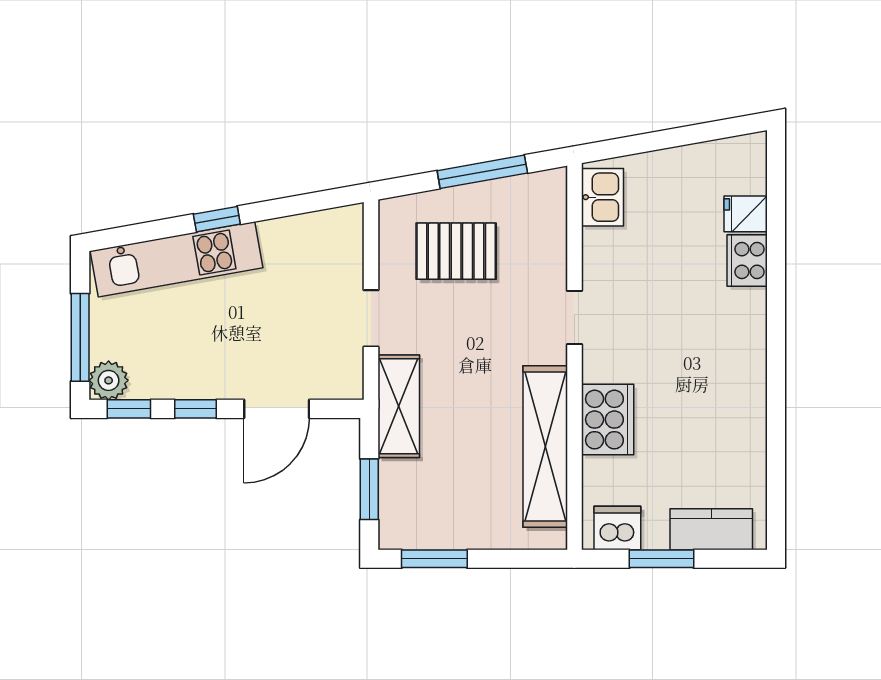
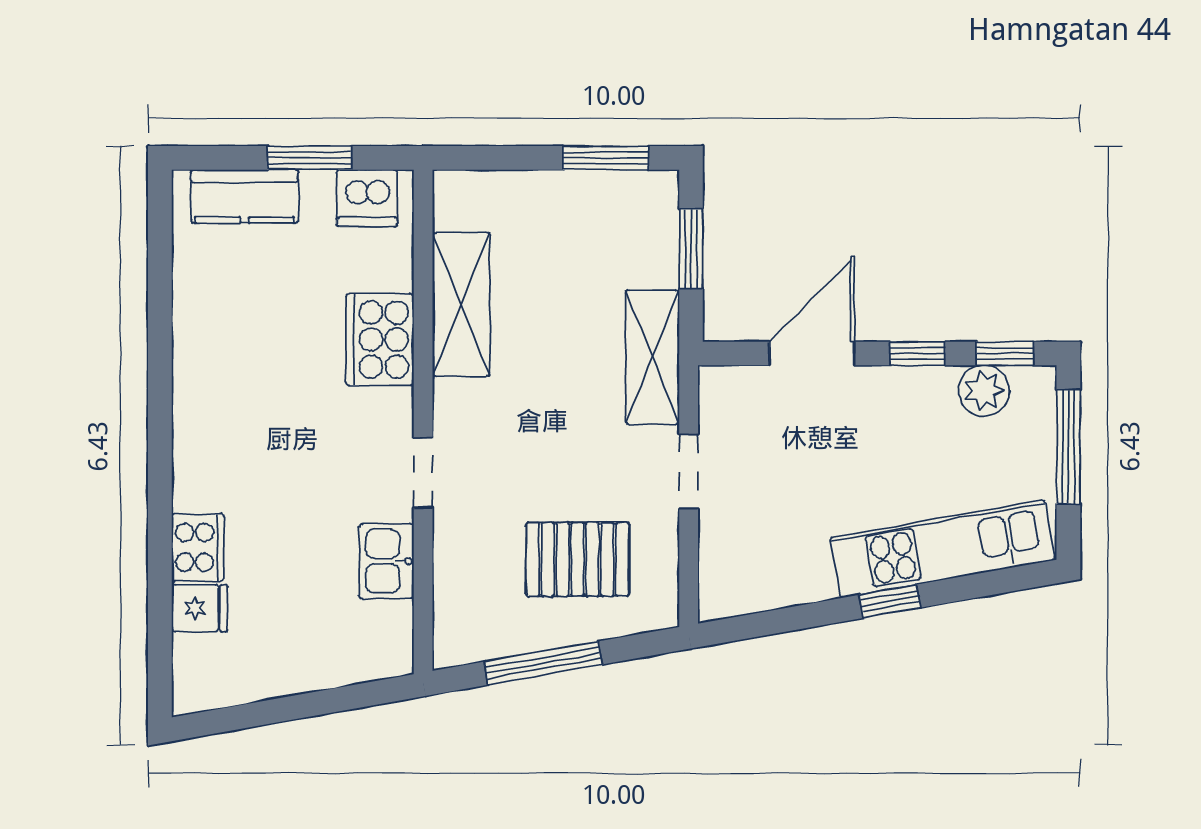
kitchen sink: (602, 197) -> (386, 561), moved
plant: (109, 380) -> (984, 391), moved
shelving: (545, 447) -> (461, 304), width x0.68

